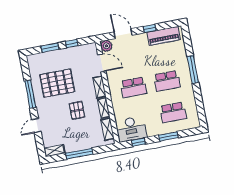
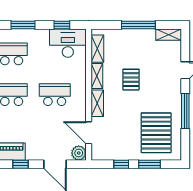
pallet: (57, 83) -> (156, 133), moved, turned 90

